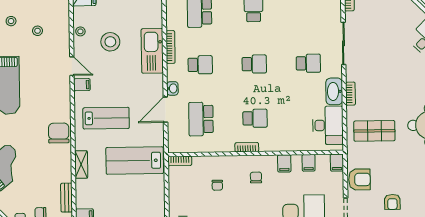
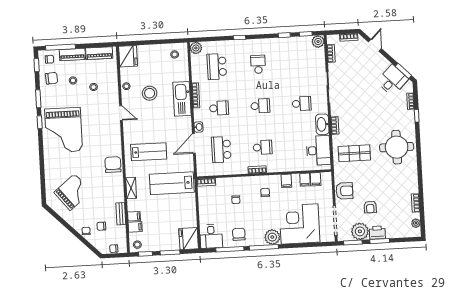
filing cabinet: (82, 85) -> (134, 216), moved
filing cabinet: (337, 163) -> (316, 179), moved

